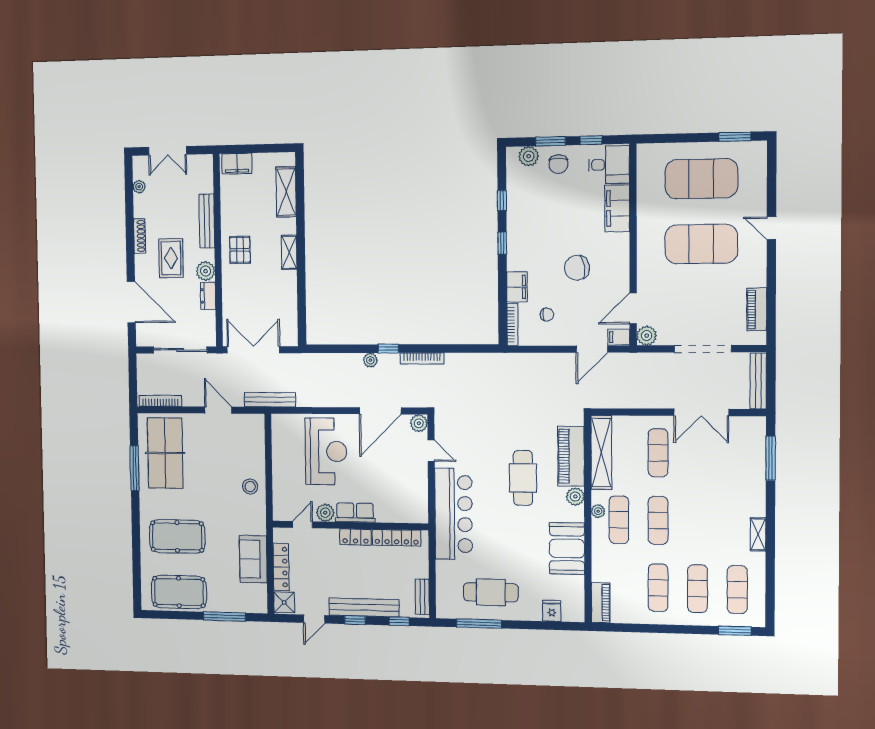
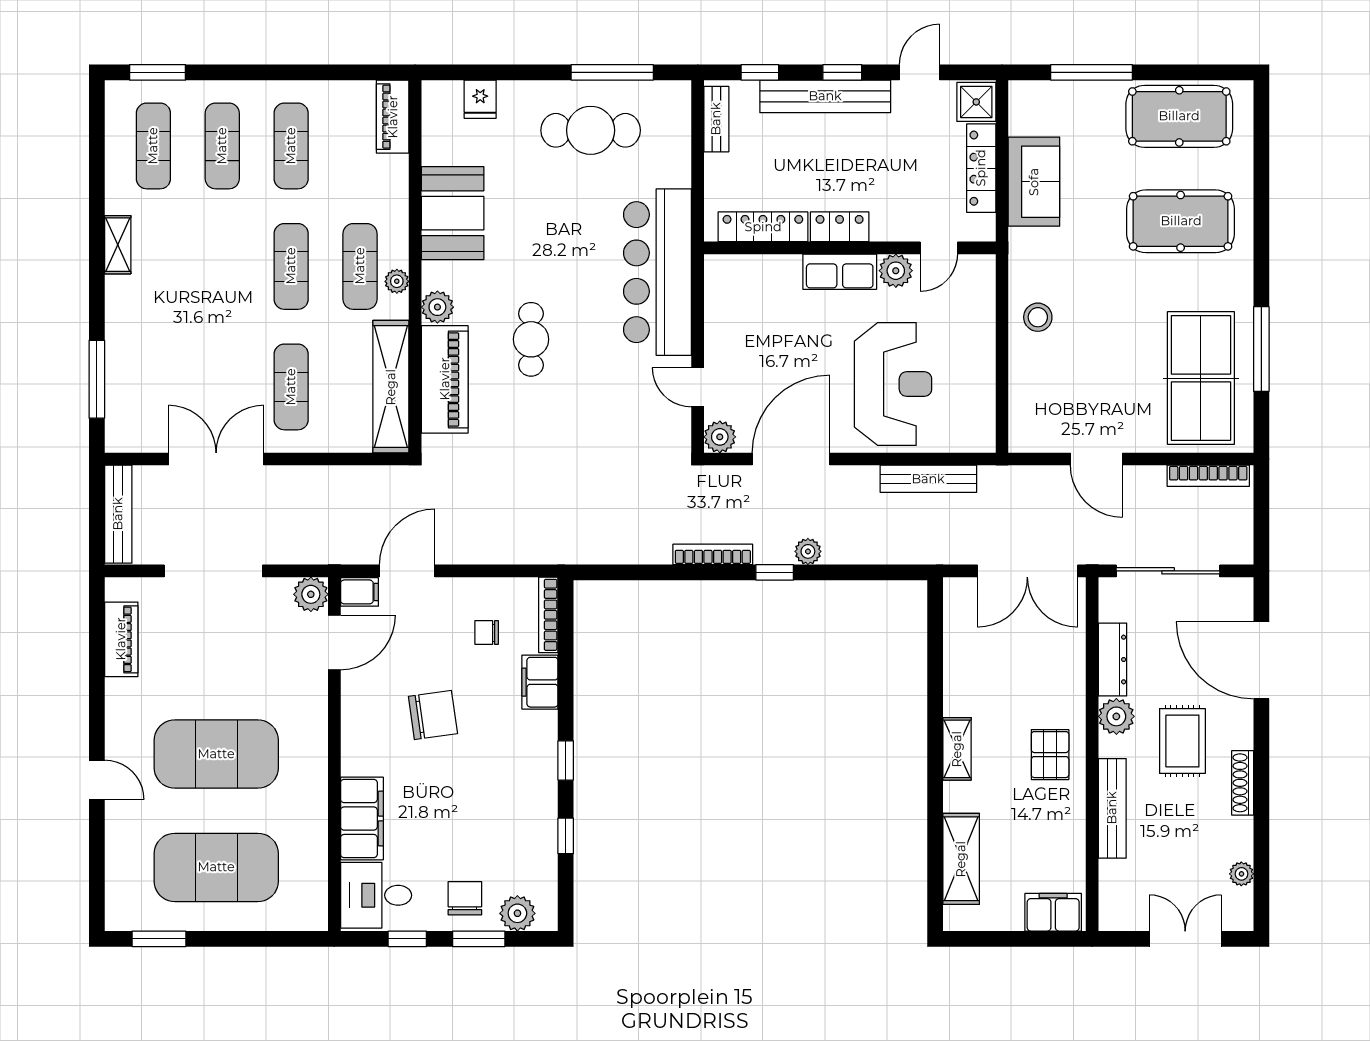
dresser: (208, 296) -> (1112, 660), width x1.44
bench: (270, 400) -> (928, 479), moved
reception desk: (326, 451) -> (893, 384), turned 180
cafe table: (523, 478) -> (531, 339), width x0.73, depth x0.74

